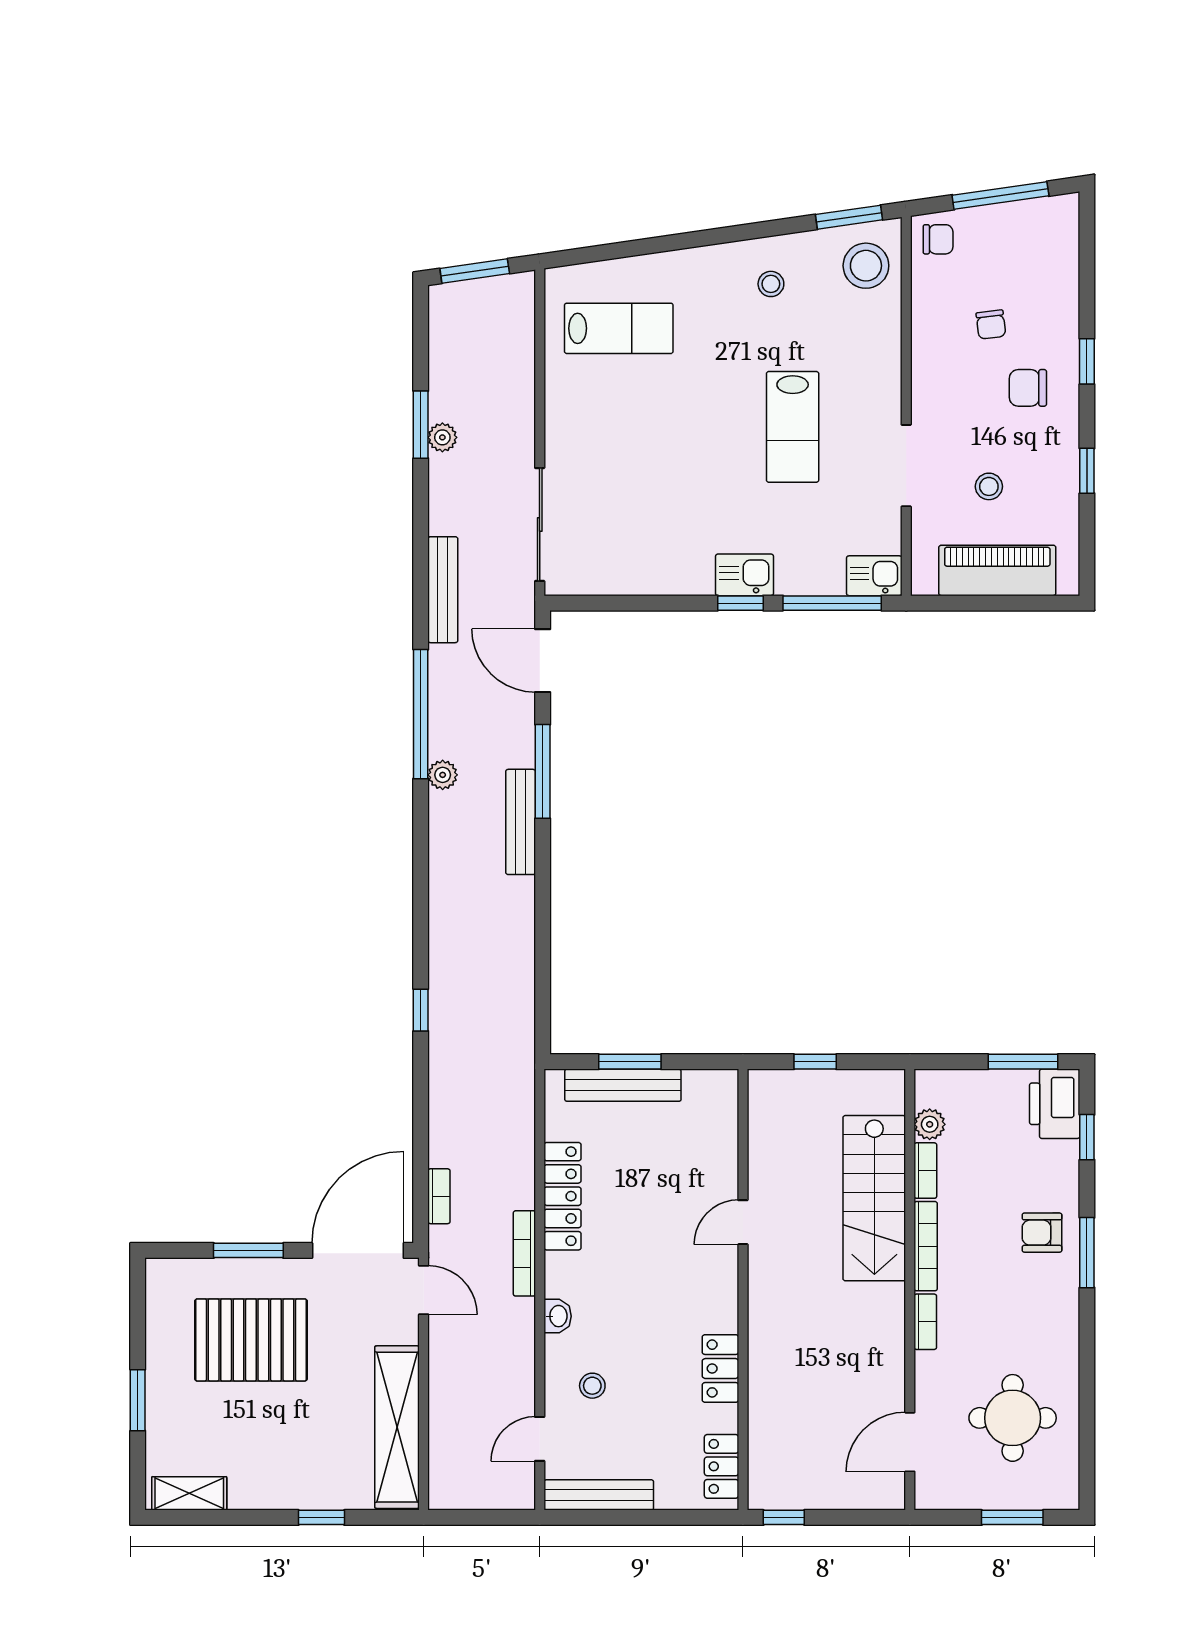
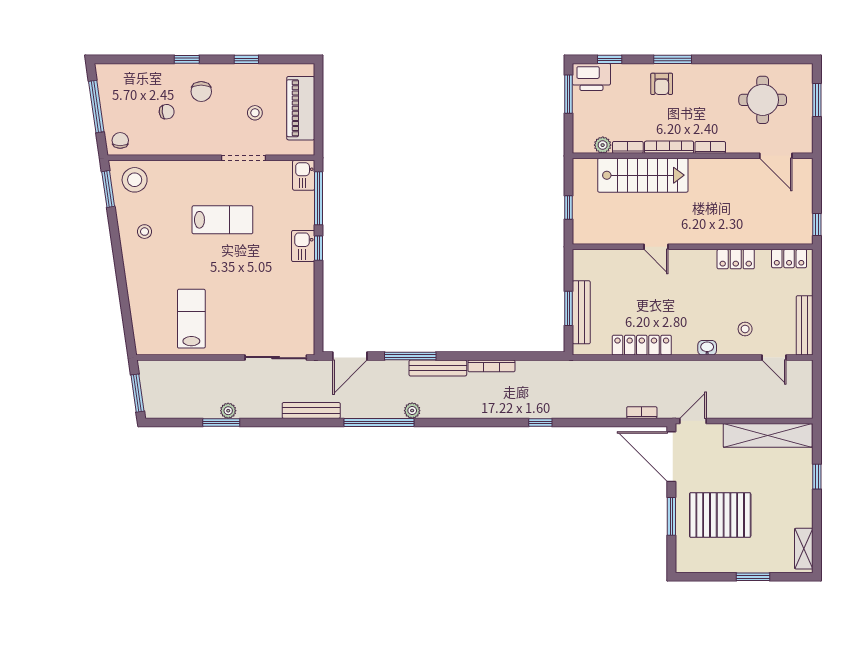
lab bench: (619, 328) -> (191, 319), moved
bookcase: (524, 1253) -> (491, 366), moved
pallet: (251, 1340) -> (720, 515), turned 90

